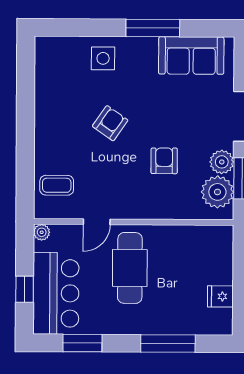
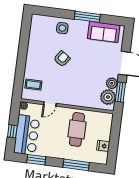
armchair: (164, 161) -> (85, 79), removed
cafe table: (130, 268) -> (77, 129), moved

